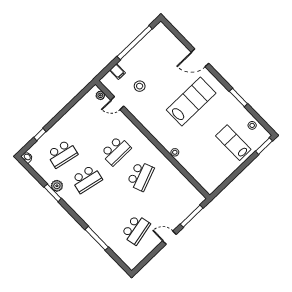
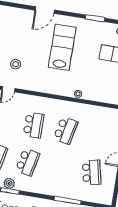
school desk: (140, 176) -> (66, 130), turned 33

